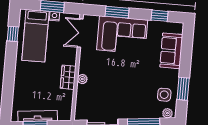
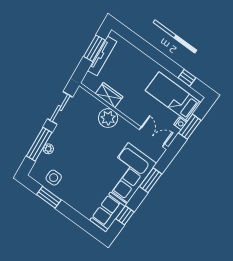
sofa: (171, 51) -> (108, 212), moved, turned -90
wardrobe: (68, 77) -> (109, 95), moved
plant: (82, 79) -> (108, 118), width x1.88, depth x1.88
plant: (167, 113) -> (48, 149), moved

